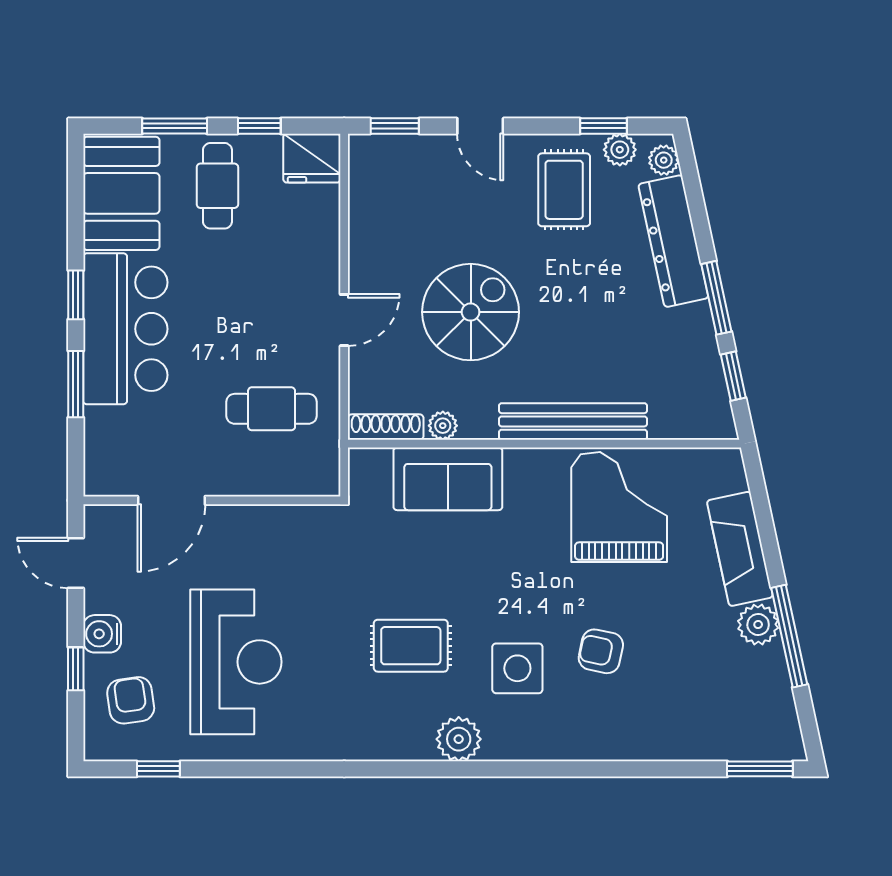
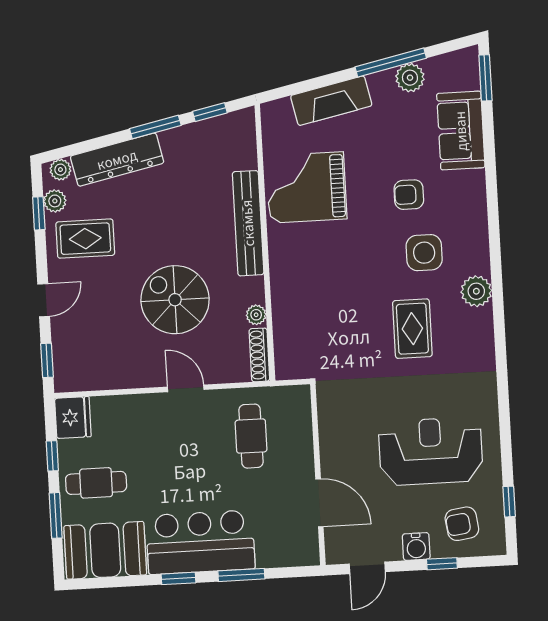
sofa: (448, 479) -> (461, 131), moved, turned 180
plant: (758, 625) -> (410, 78), moved
armchair: (601, 651) -> (409, 195), turned 78

